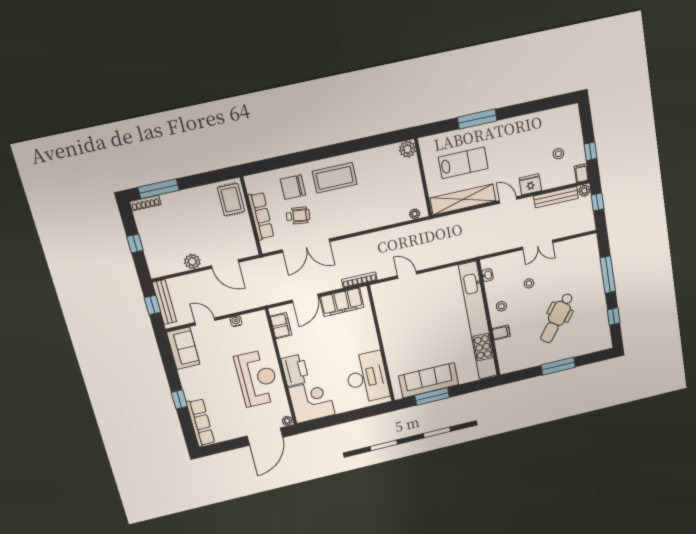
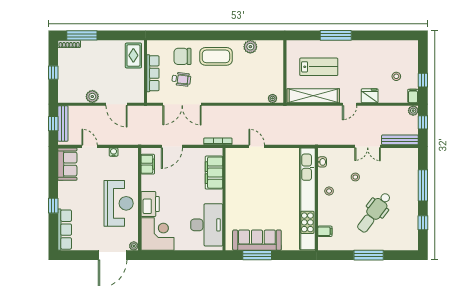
plant: (407, 149) -> (250, 47), moved
bench: (556, 197) -> (400, 140), moved
door: (508, 200) -> (350, 104), swing flipped
filing cabinet: (342, 302) -> (214, 173), moved, turned 90
filing cabinet: (501, 333) -> (325, 231), moved

